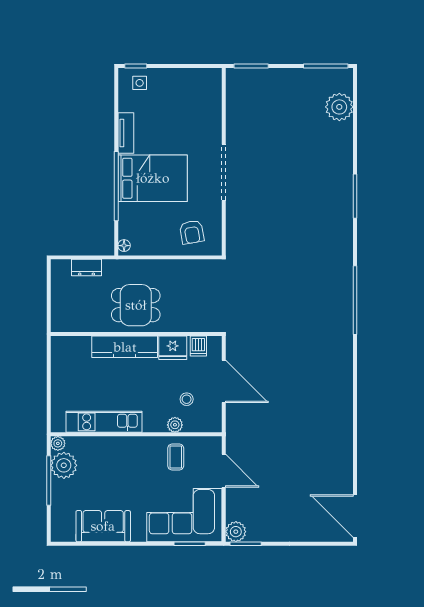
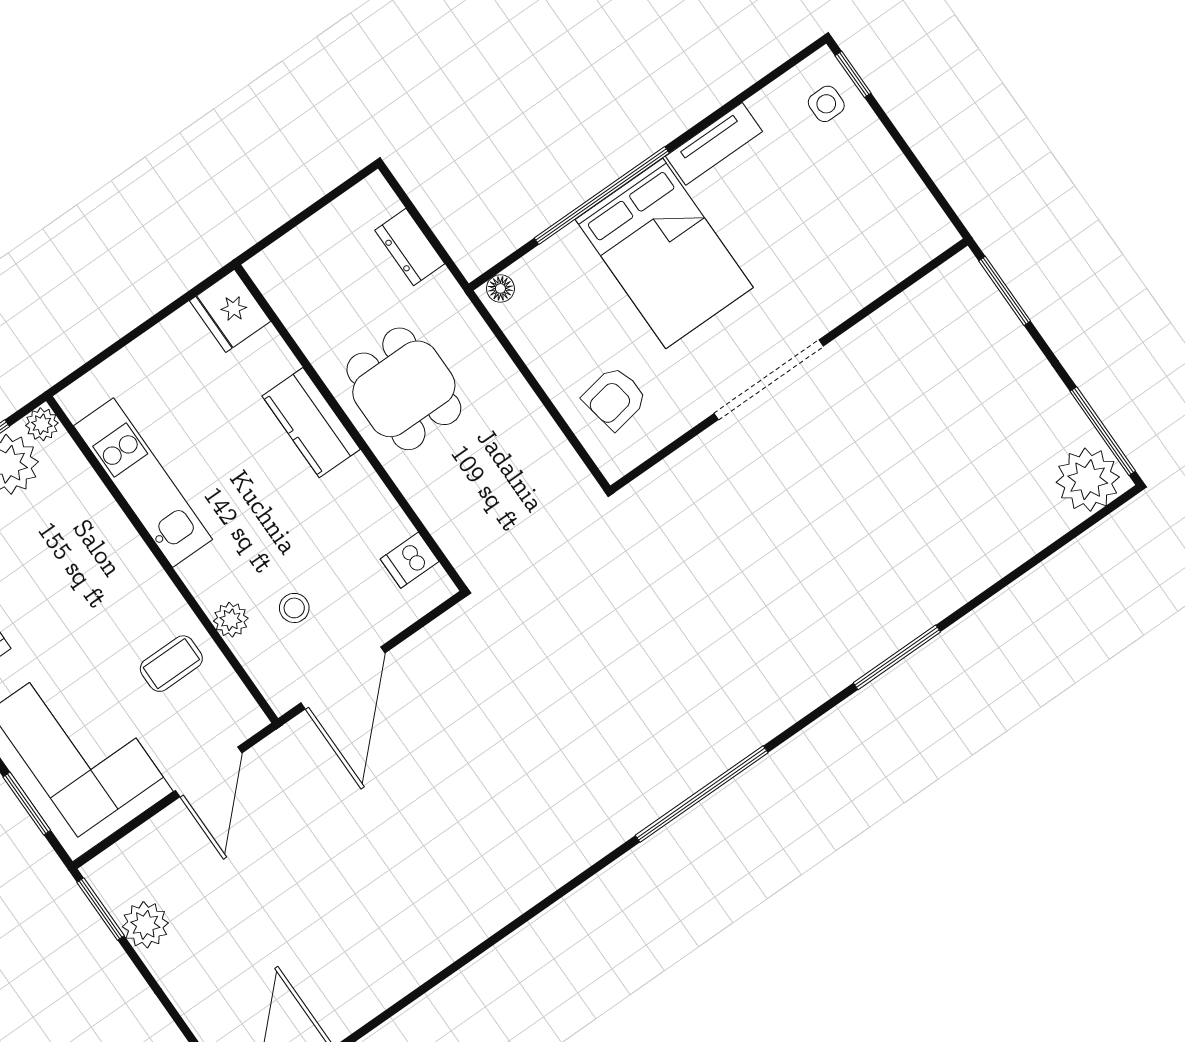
plant: (339, 107) -> (1088, 480), moved
kitchen counter: (125, 347) -> (311, 423), width x0.67
fridge: (173, 348) -> (230, 311), moved
door: (224, 381) -> (343, 678), moved
plant: (236, 532) -> (145, 925), moved

